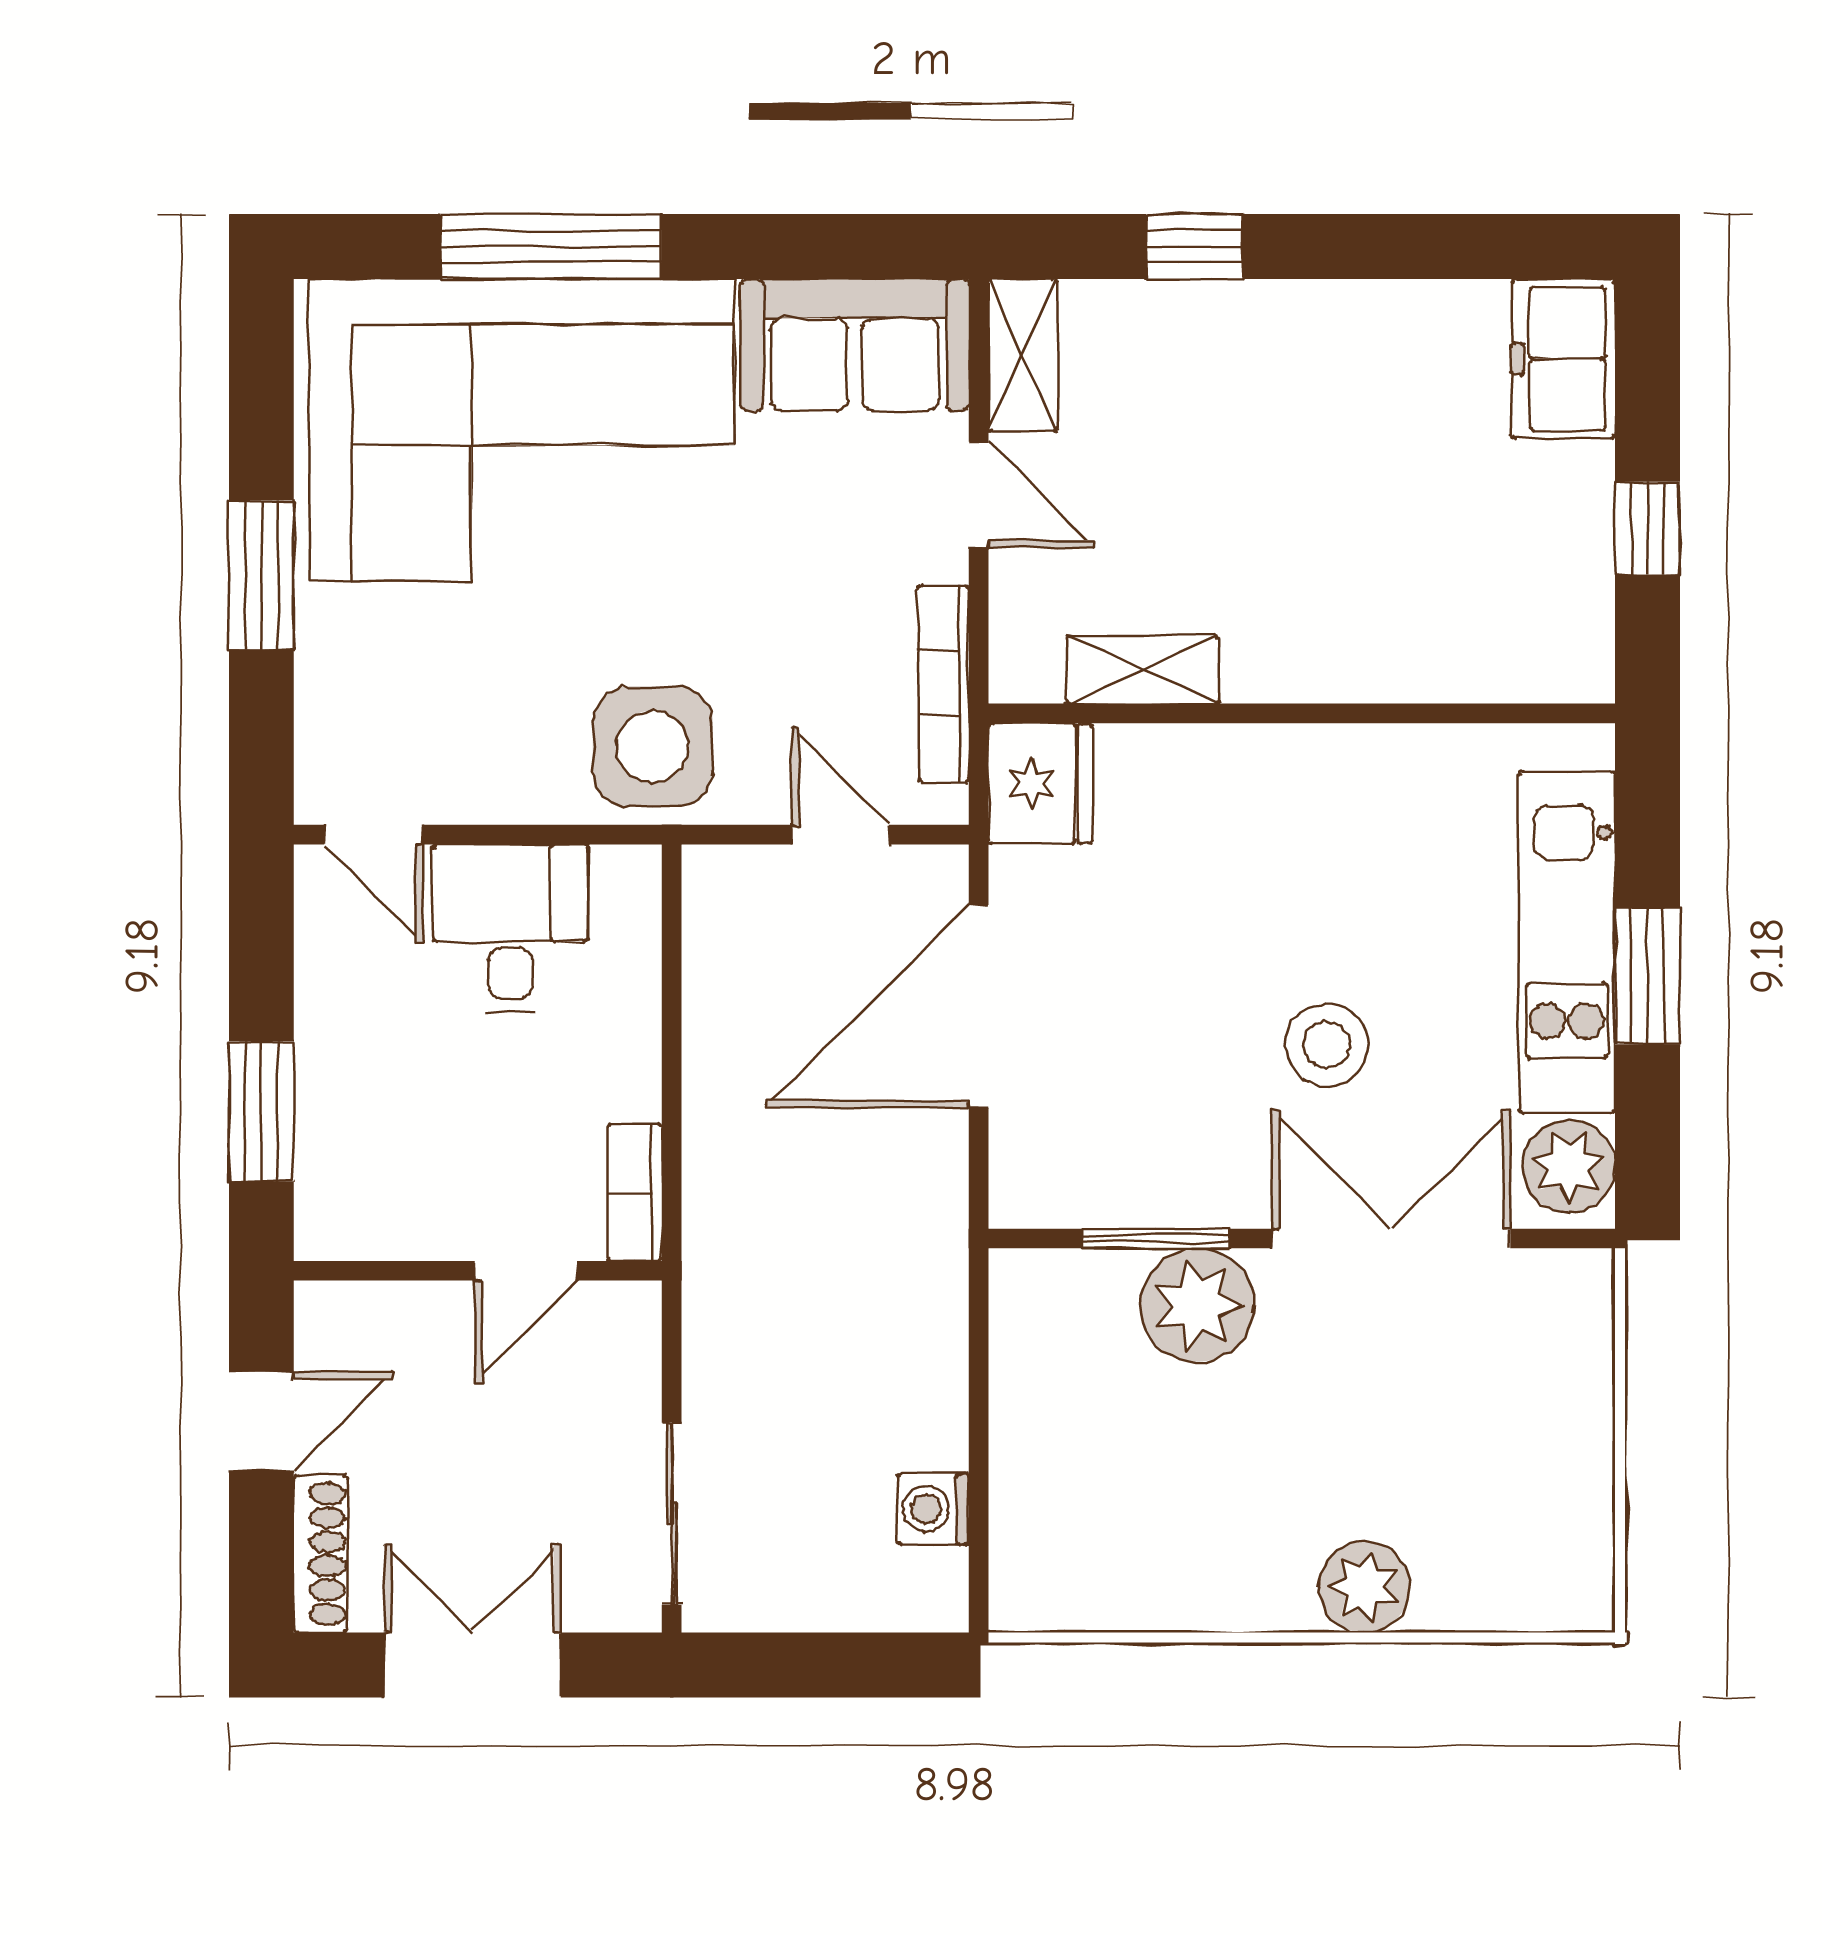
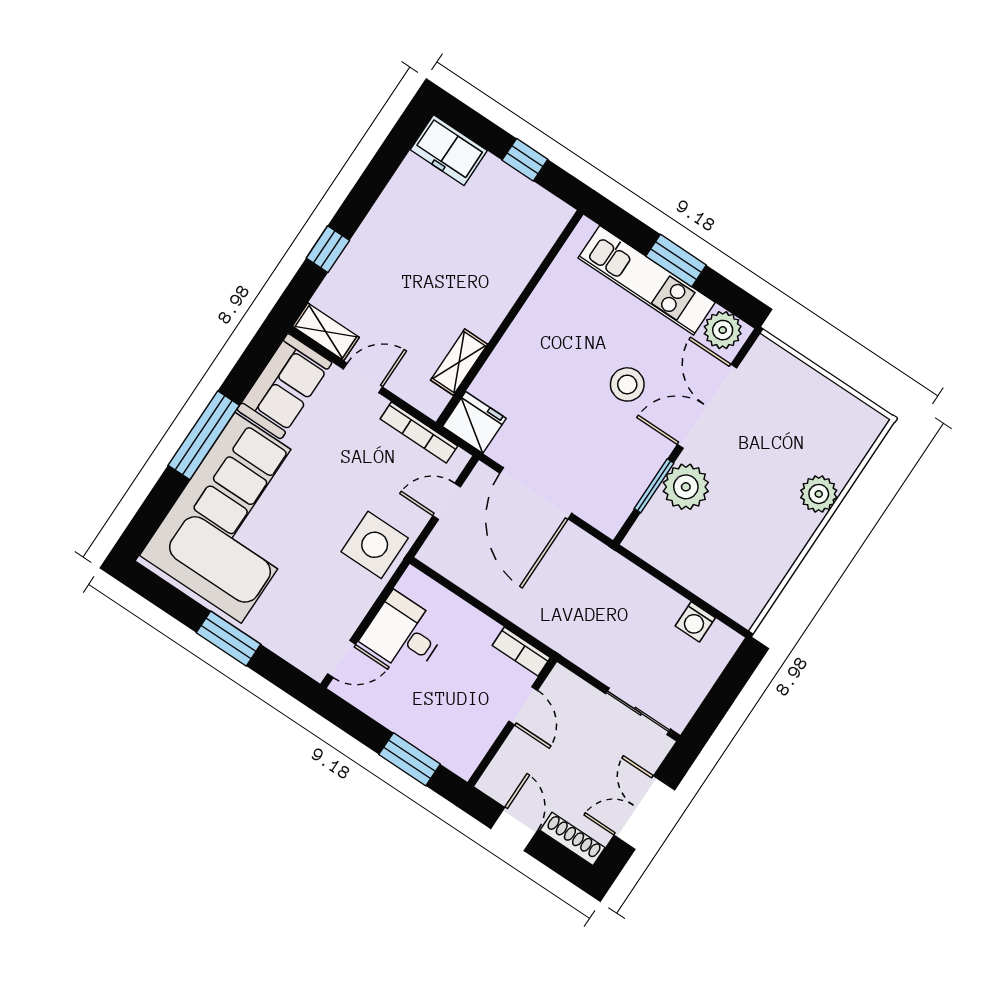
window: (551, 246) -> (204, 435), moved

